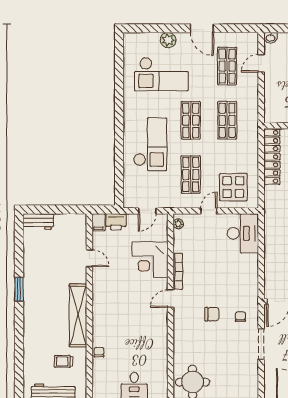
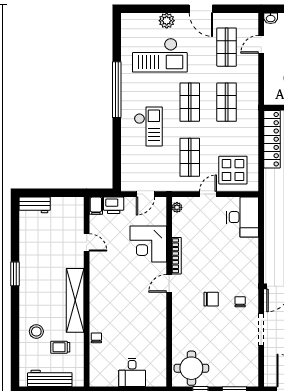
window: (119, 108) -> (117, 90), added
checkout: (150, 144) -> (148, 126), width x0.73, depth x0.83
stool: (40, 346) -> (36, 332), added

